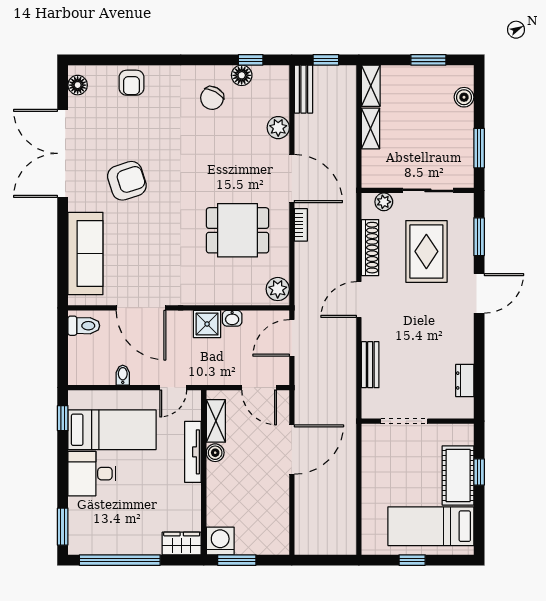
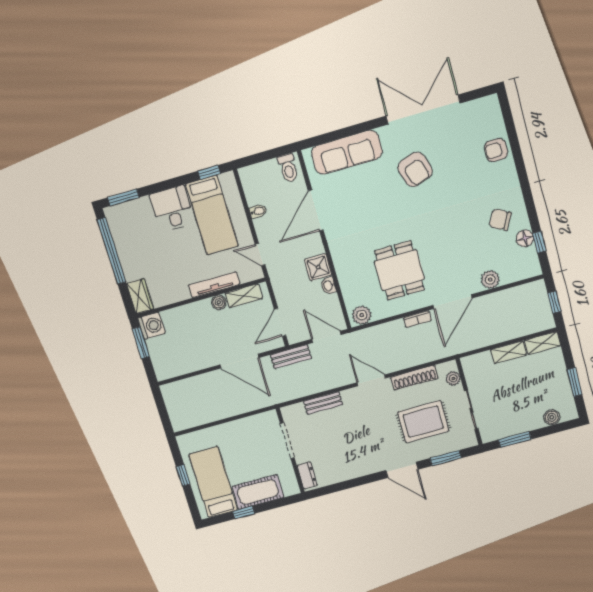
floor lamp: (78, 85) -> (483, 106), removed
bench: (303, 89) -> (291, 357), moved
dresser: (465, 381) -> (307, 475), moved, turned 90
window: (479, 472) -> (244, 512), moved

